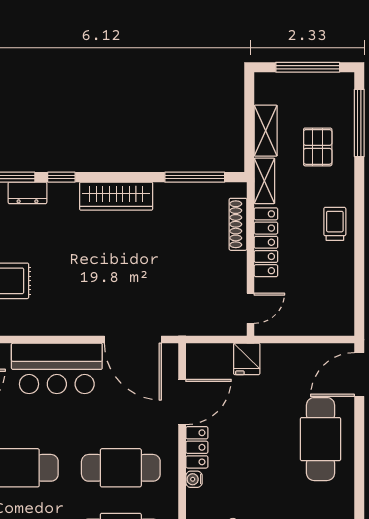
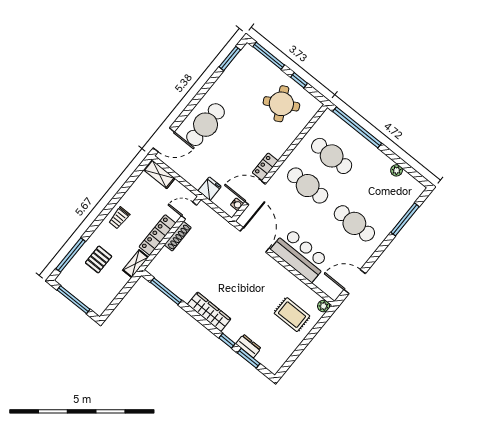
shelving: (266, 131) -> (159, 174), moved, turned 90
shoe rack: (238, 224) -> (178, 236), moved
water cooler: (194, 479) -> (237, 204), moved

